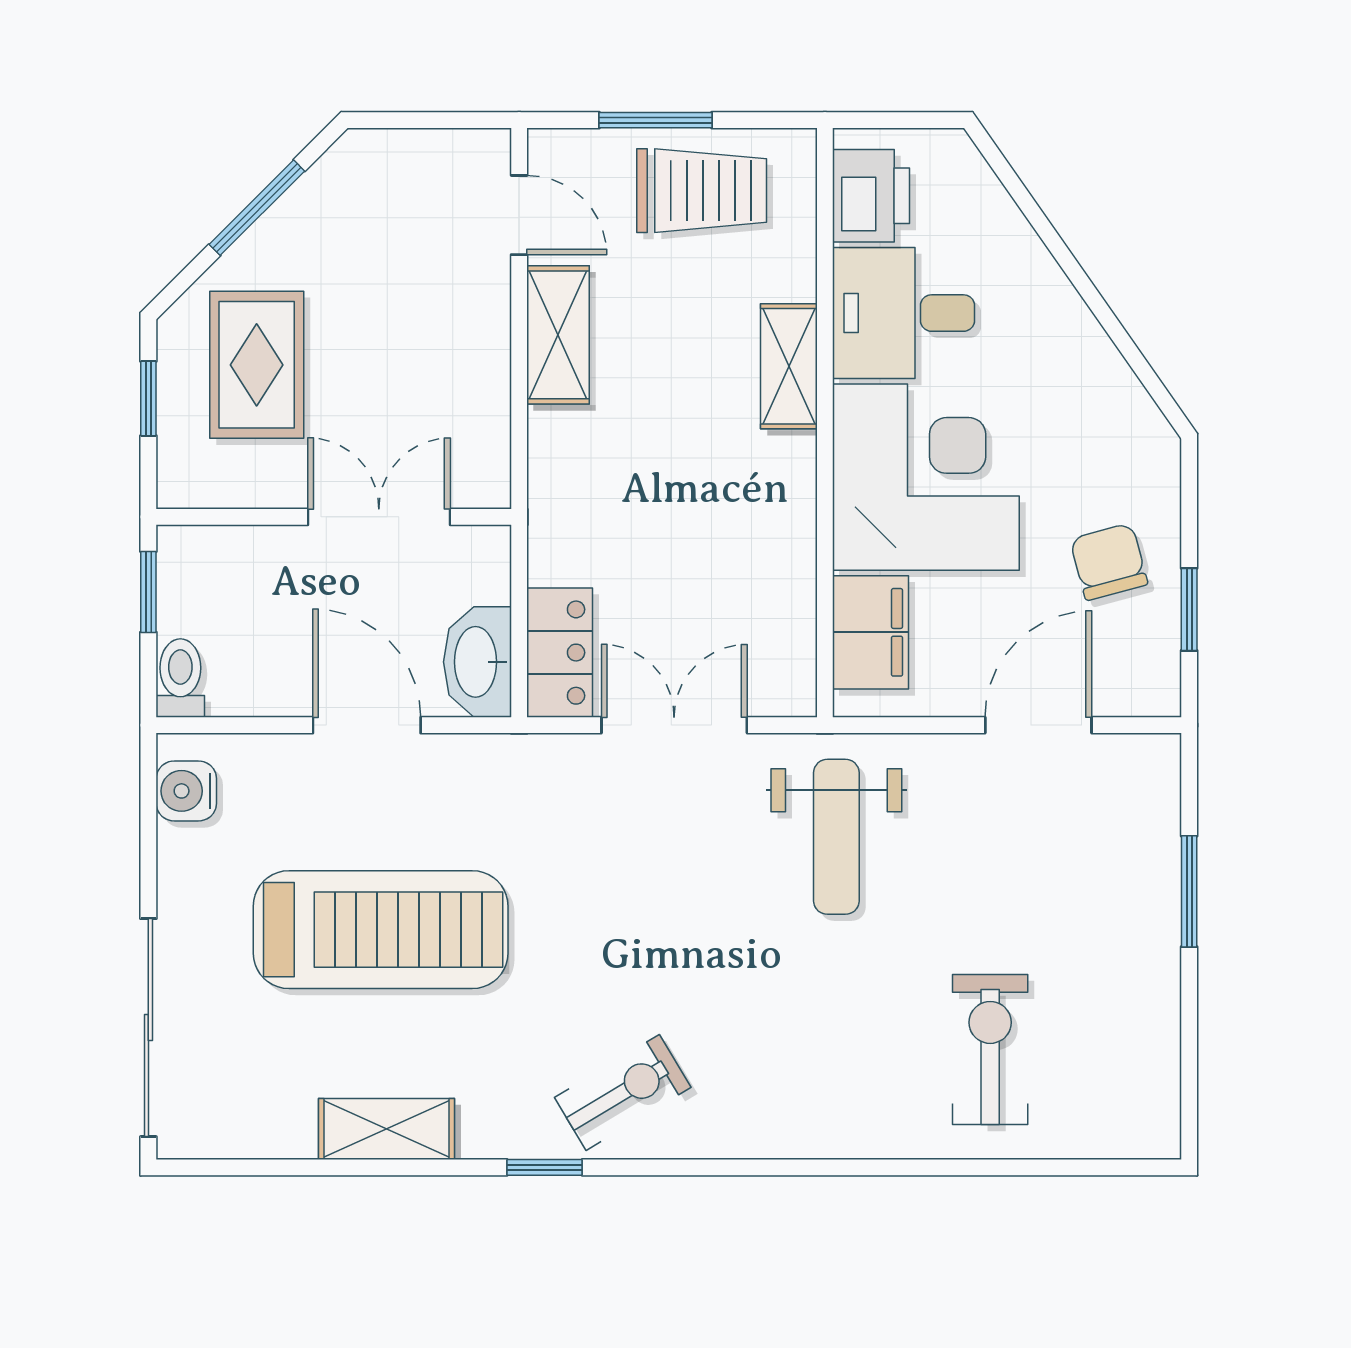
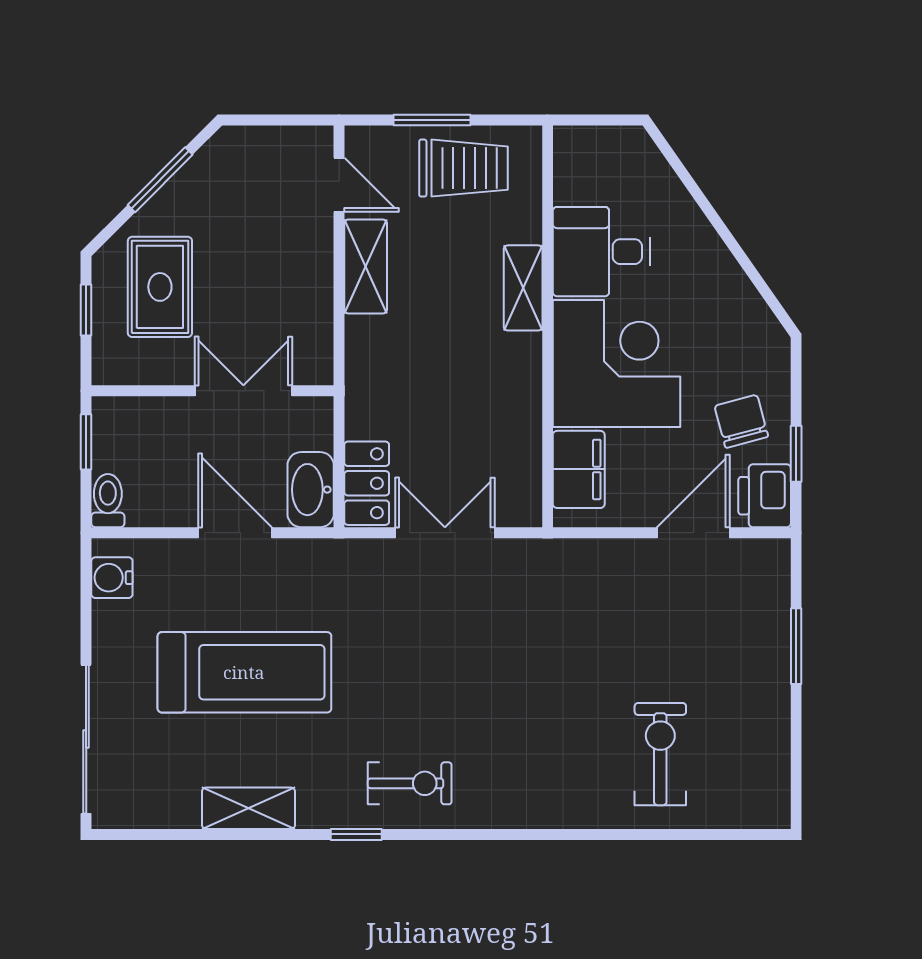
printer: (871, 196) -> (765, 496), moved, turned 180
weight bench: (836, 837) -> (555, 609), removed
exercise bike: (623, 1092) -> (410, 783), turned 31

